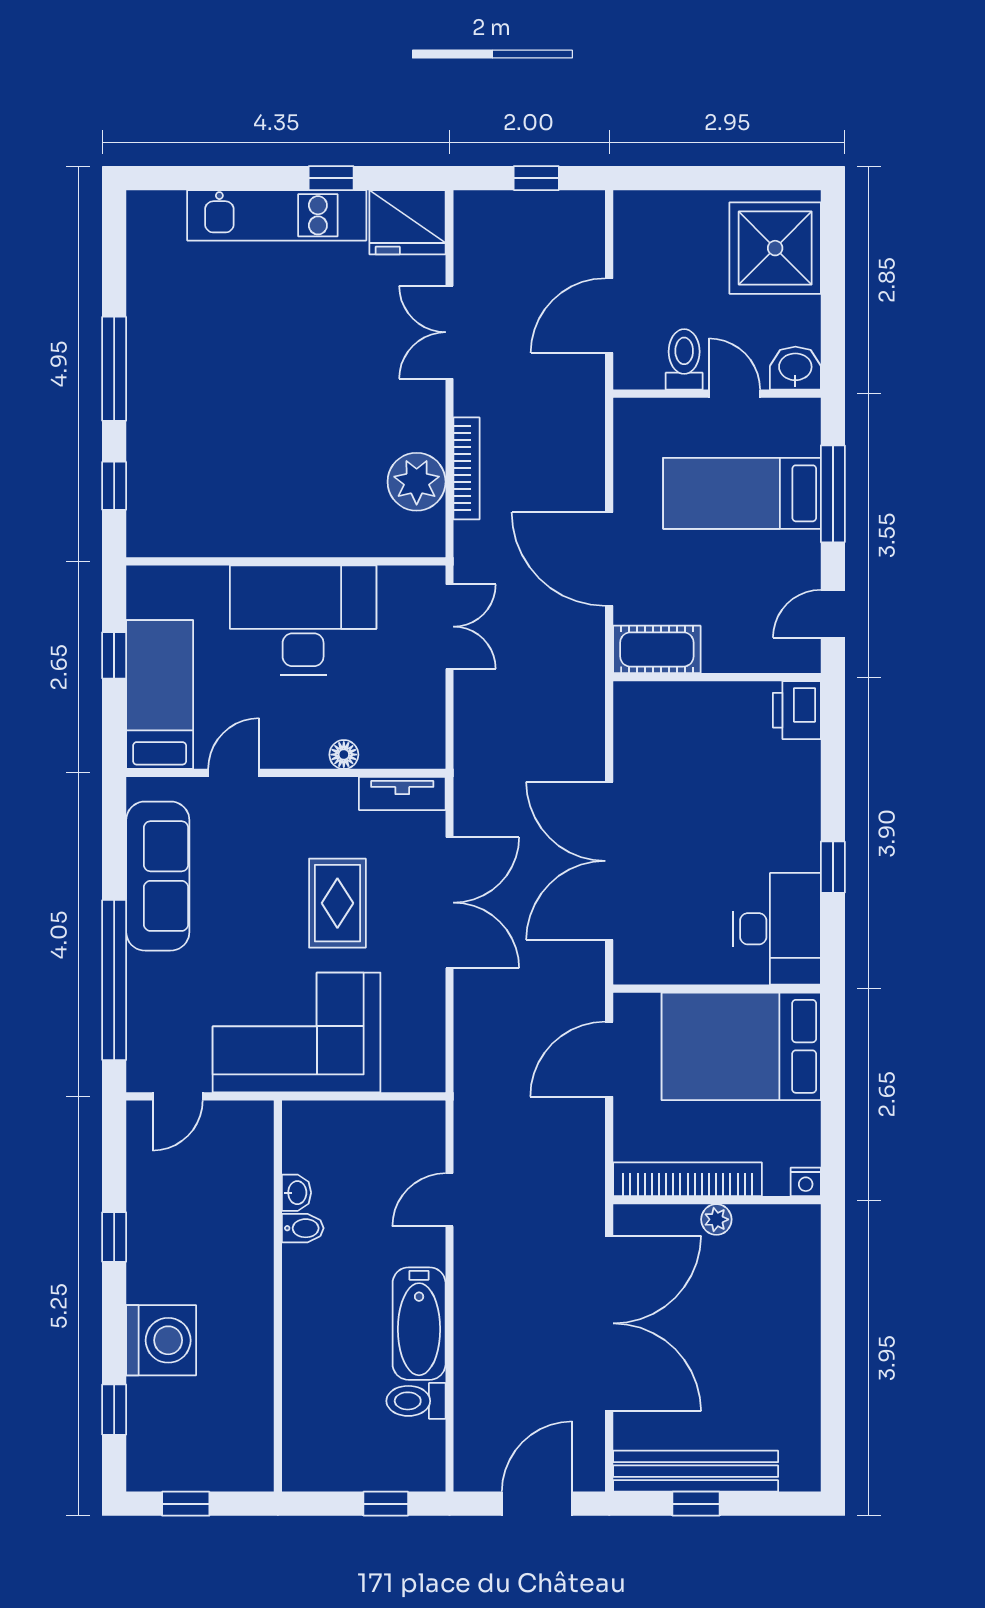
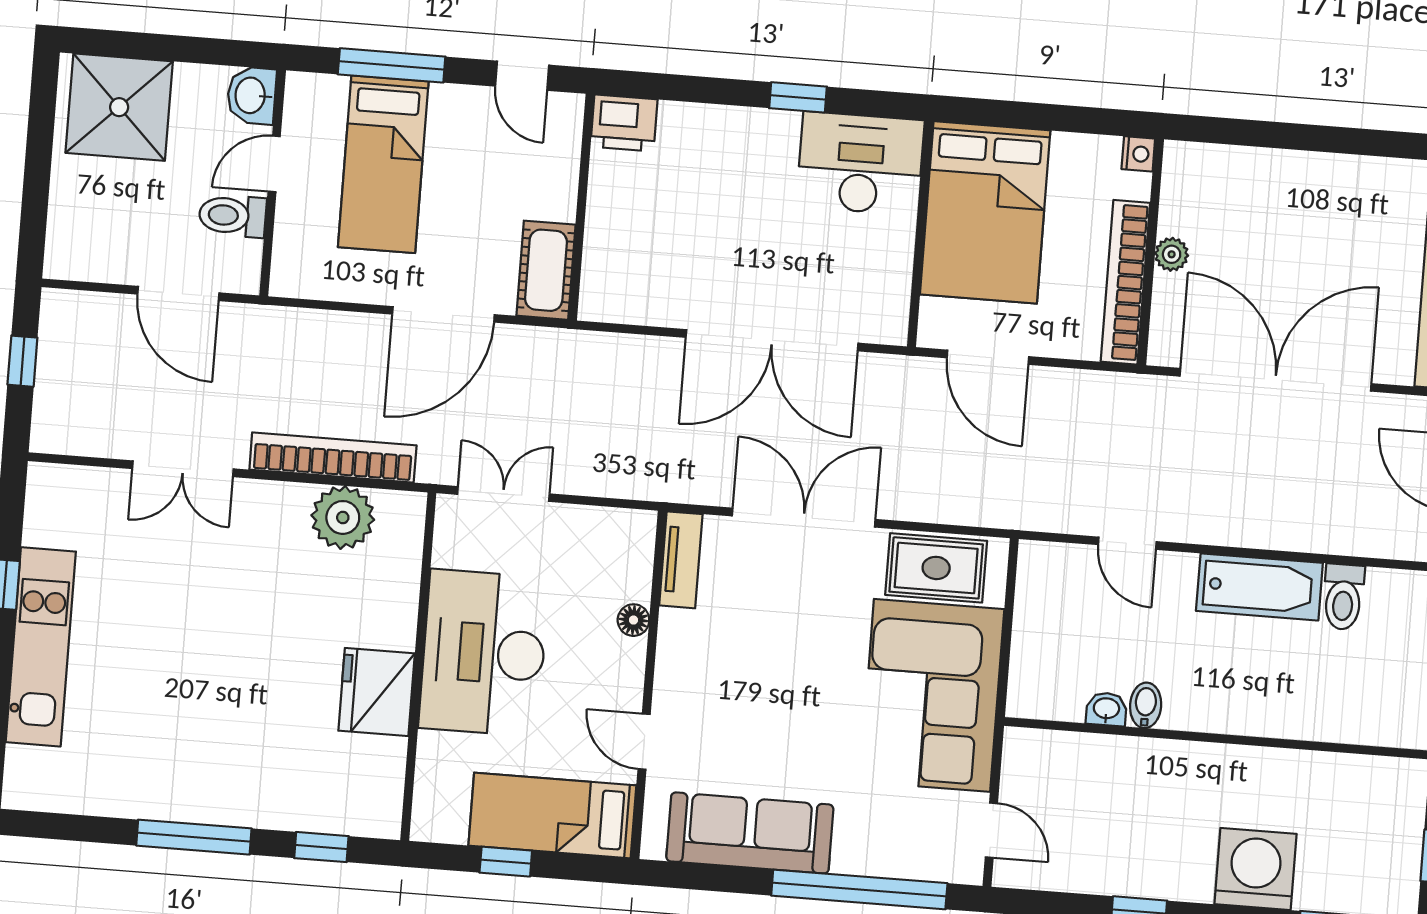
fridge: (407, 222) -> (377, 692), moved, turned 180
bookcase: (467, 468) -> (333, 457), width x1.48, depth x1.31
rug: (337, 903) -> (936, 568), moved

